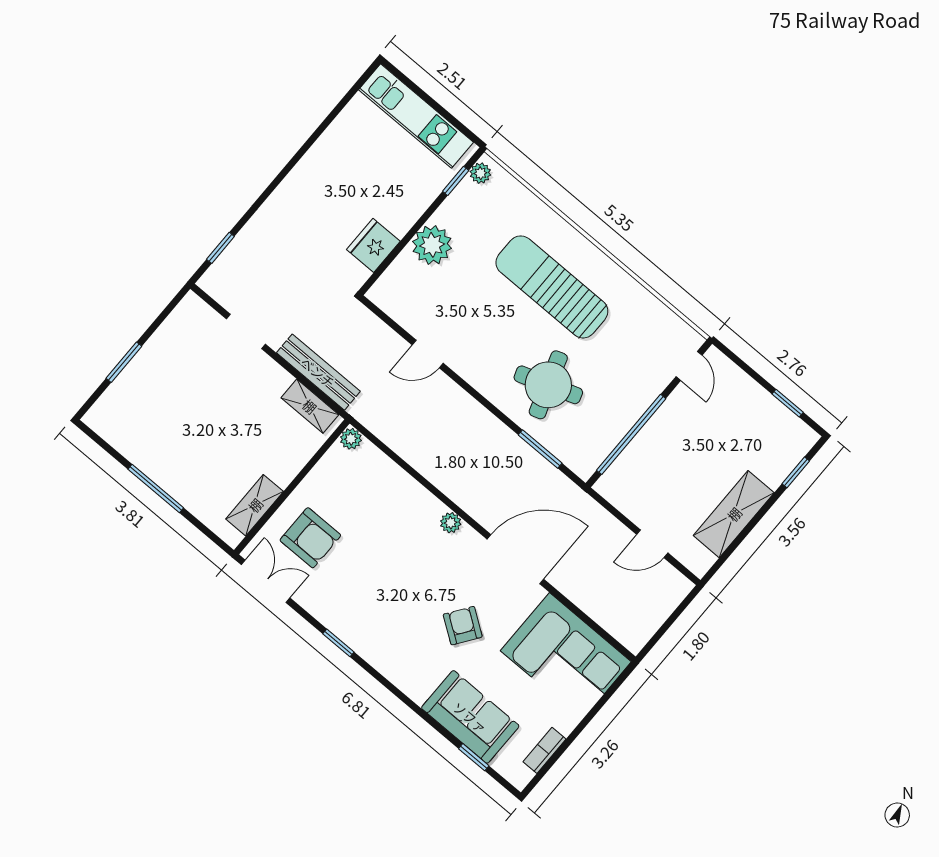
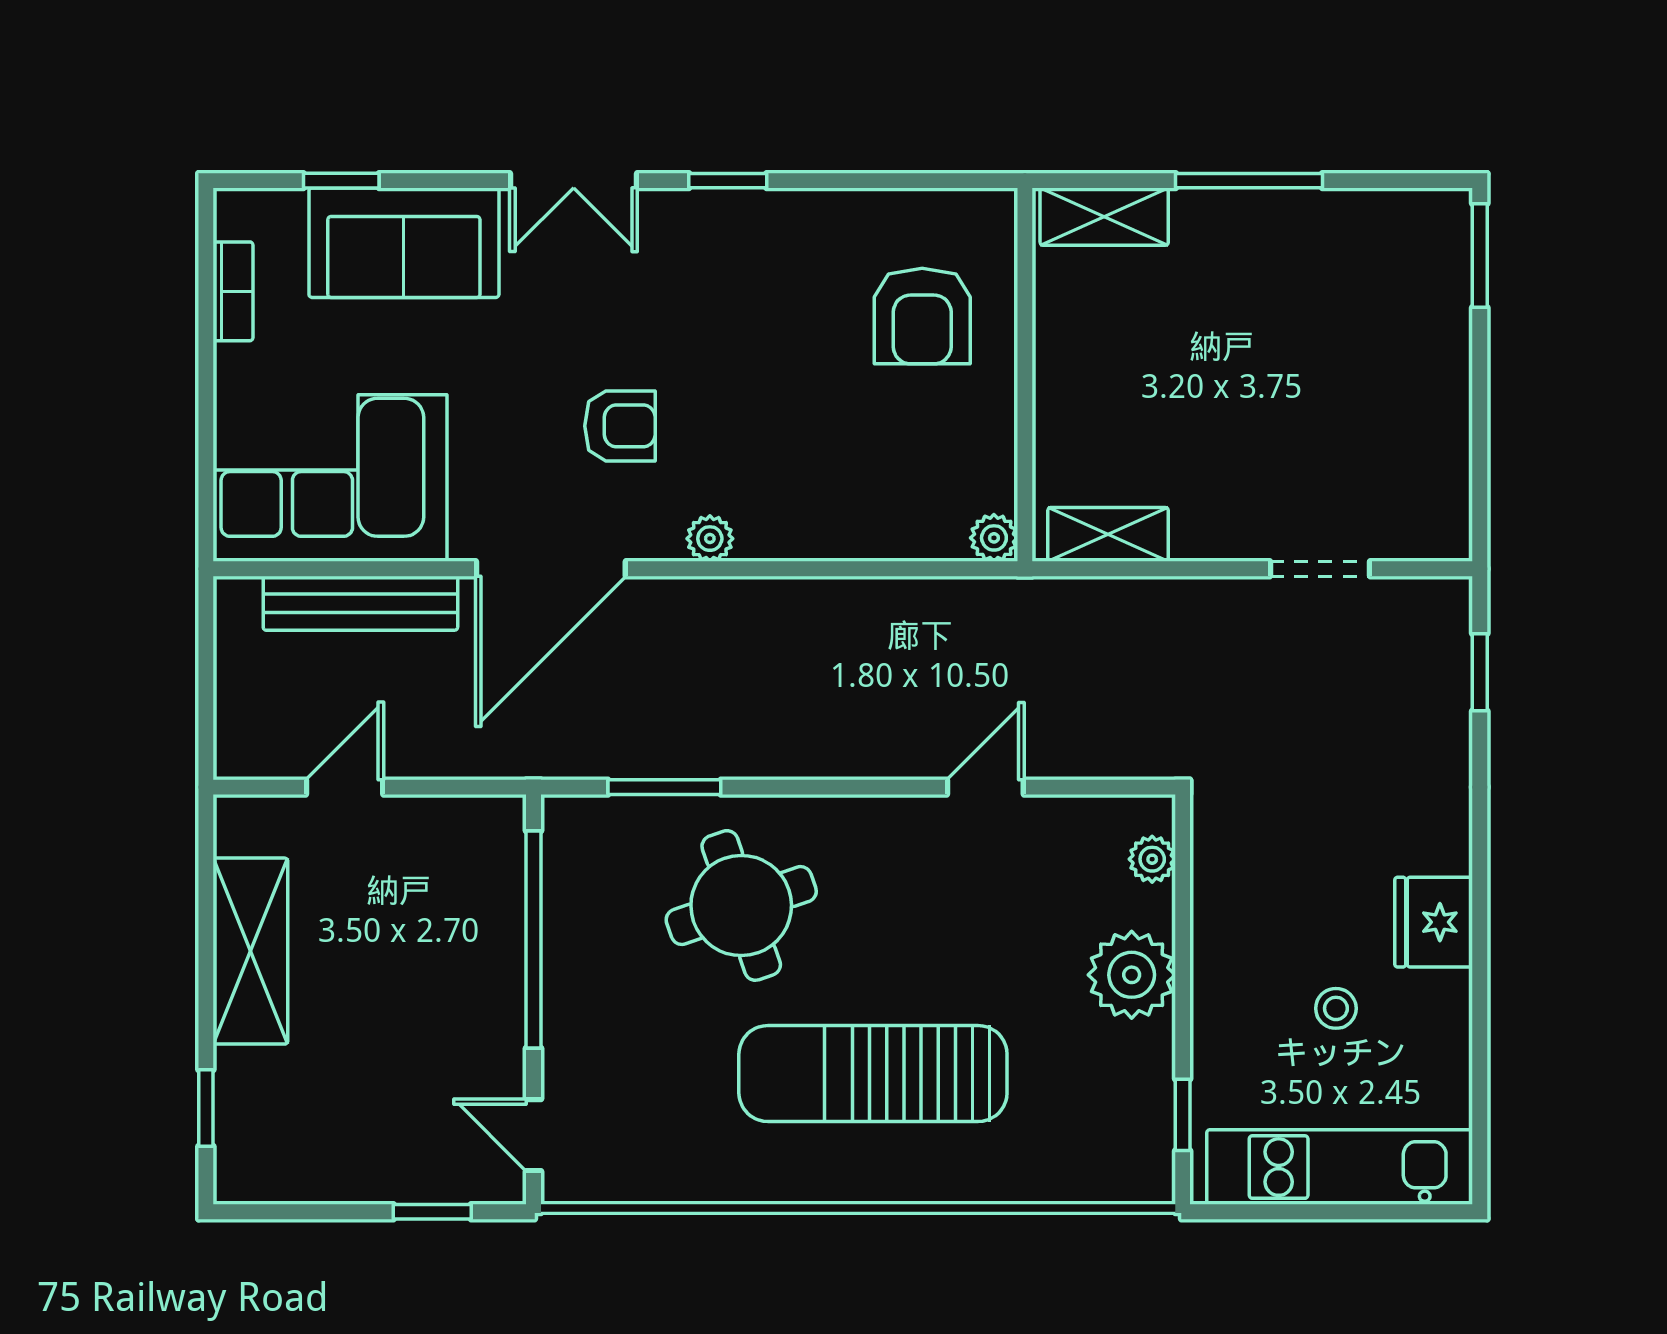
stool: (370, 173) -> (1336, 1008), added
plant: (480, 173) -> (1152, 859), moved
fridge: (373, 245) -> (1434, 922), moved, turned 180
sun lounger: (552, 287) -> (873, 1074), turned 180
window: (124, 362) -> (1480, 255), moved
bench: (318, 372) -> (360, 603), moved
window: (788, 403) -> (432, 1212), moved
shelving: (255, 505) -> (1104, 217), moved, turned 90
armchair: (310, 538) -> (922, 316), turned -90
double door: (266, 581) -> (574, 181), moved
armchair: (463, 626) -> (620, 426), moved, turned -35

